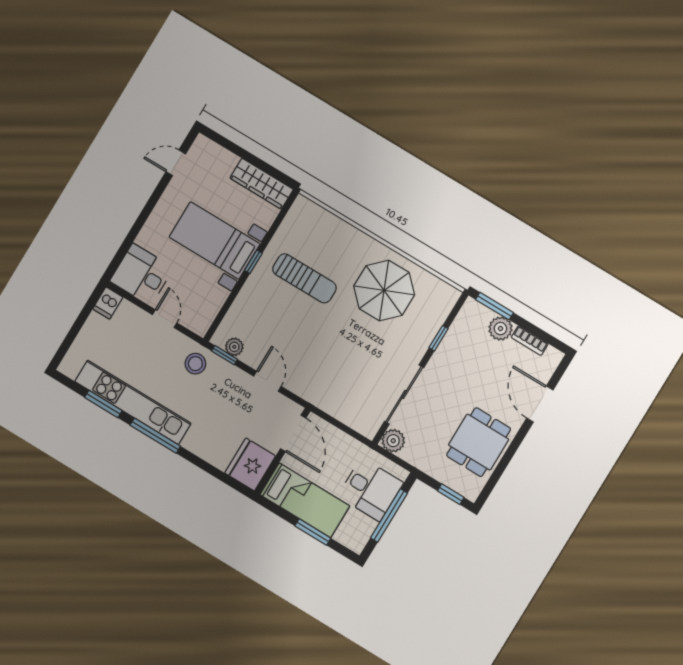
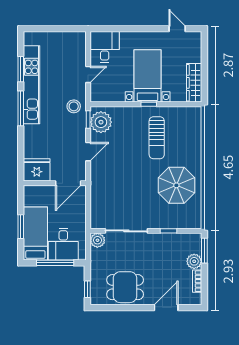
dishwasher: (108, 303) -> (78, 38), removed
plant: (234, 347) -> (101, 122), width x1.88, depth x1.88
bed: (305, 500) -> (35, 234), moved, turned 180

